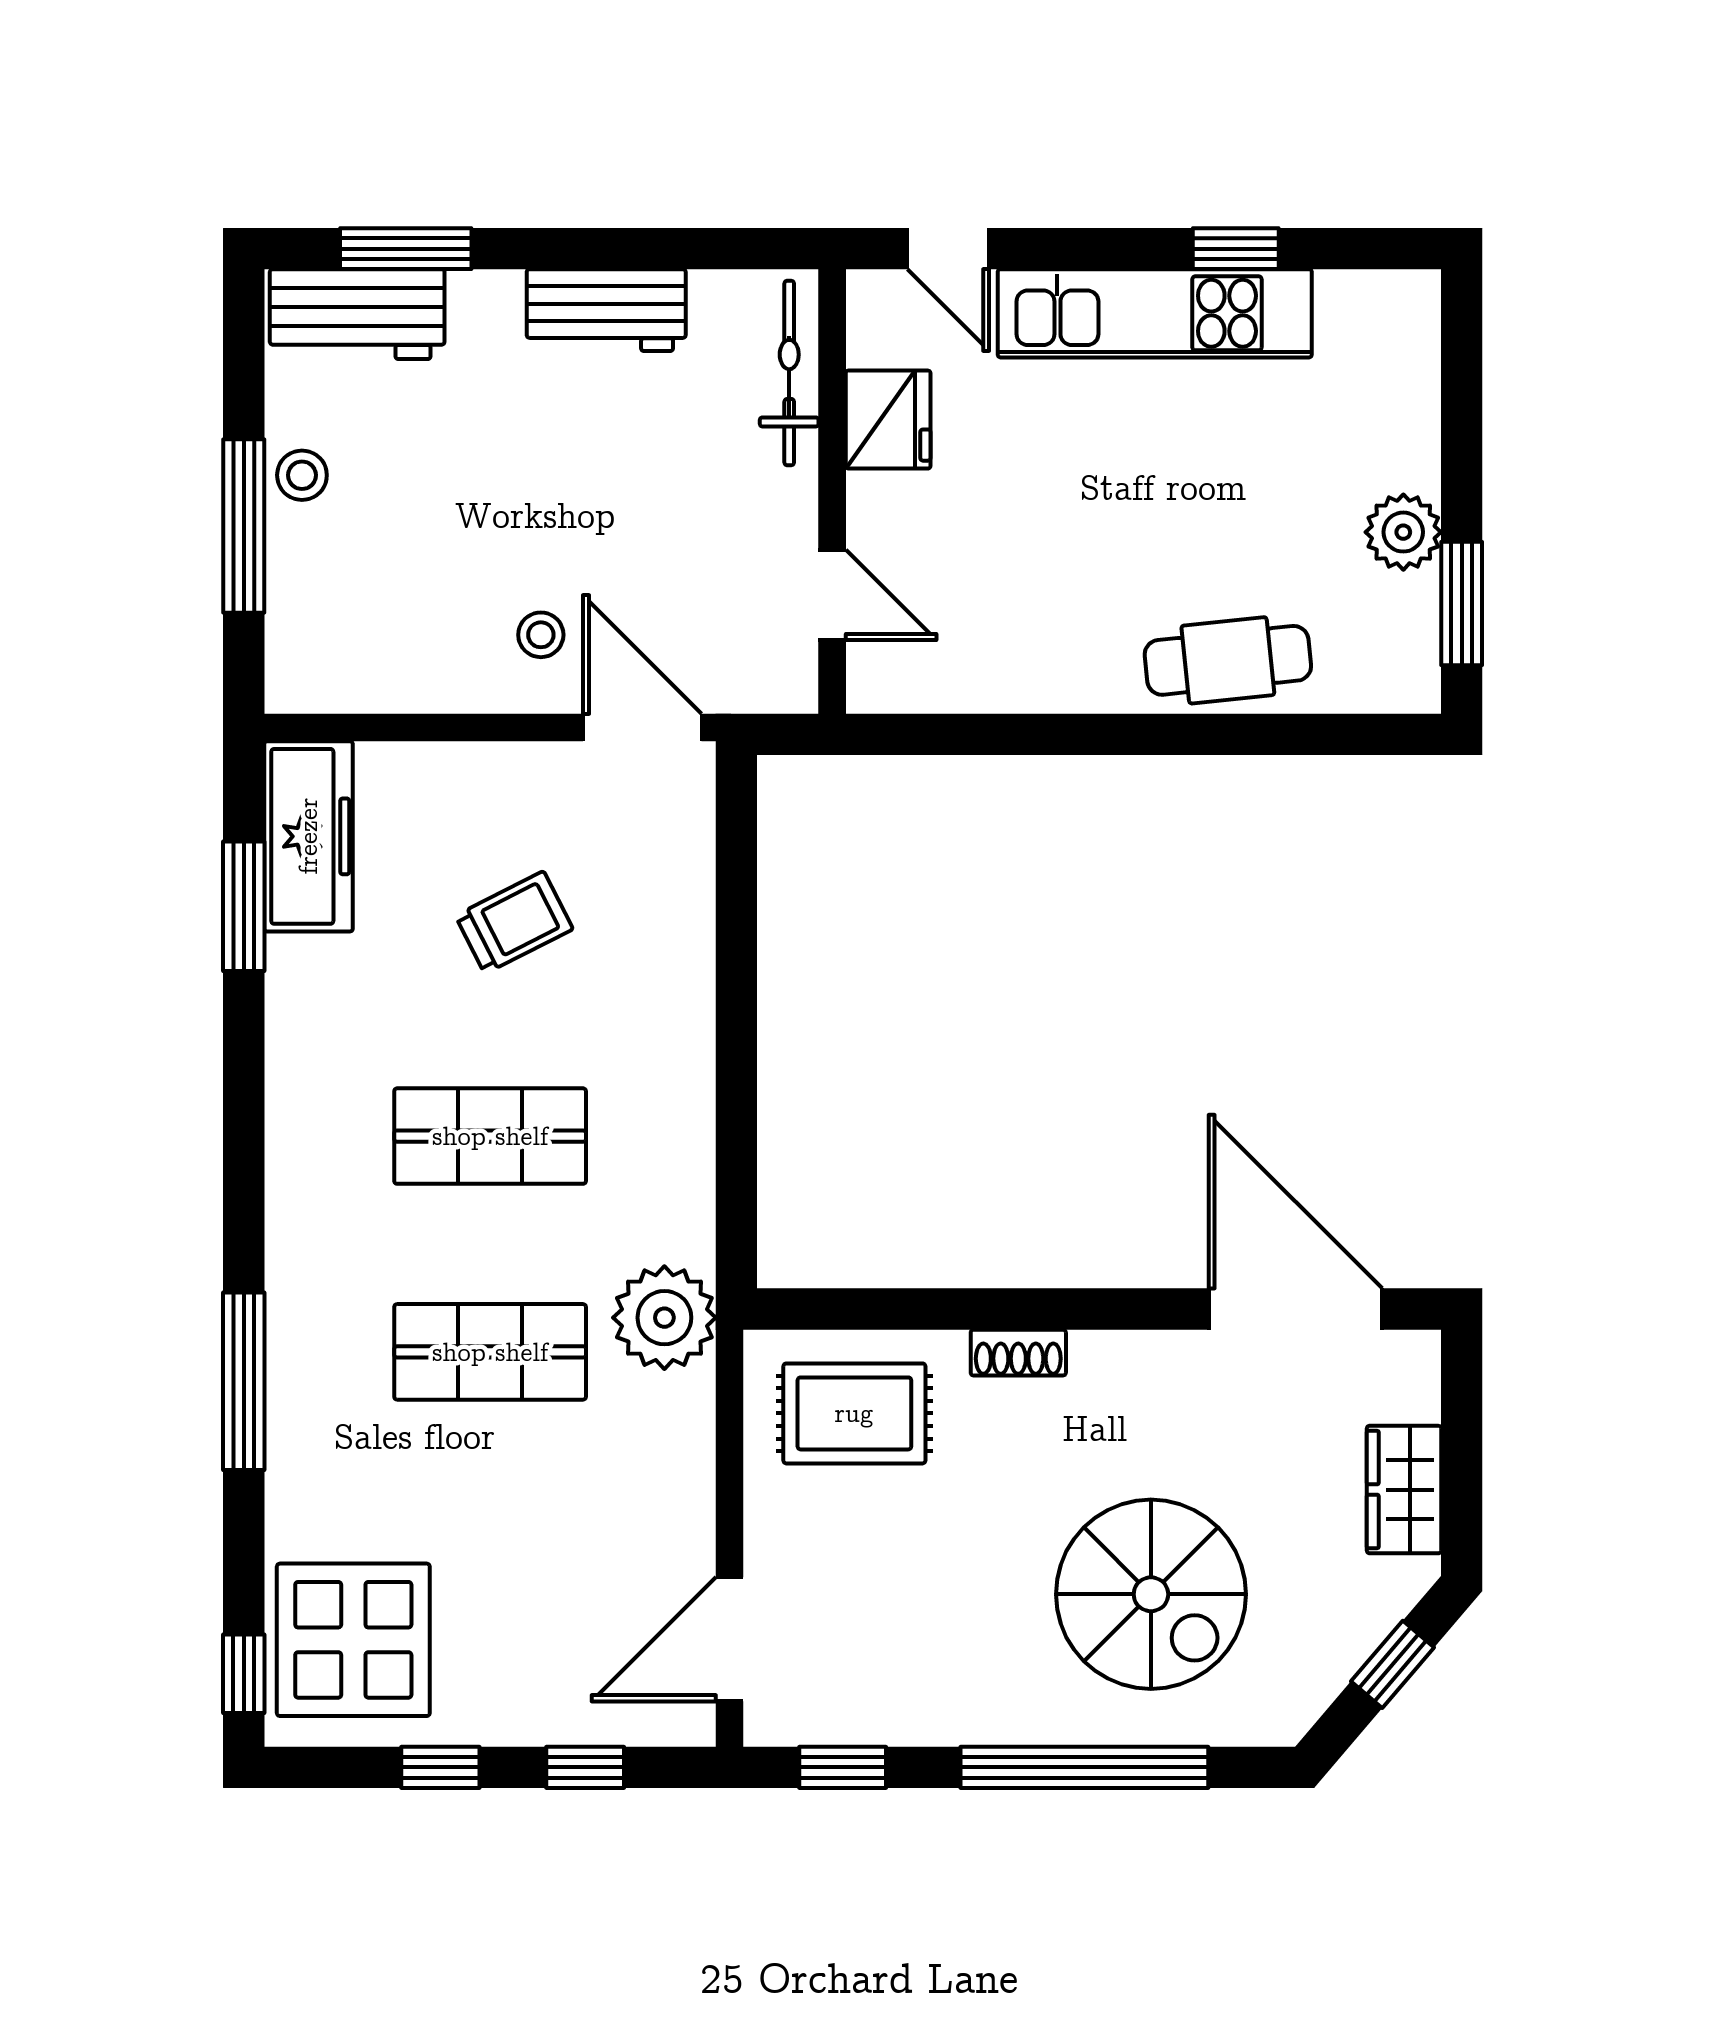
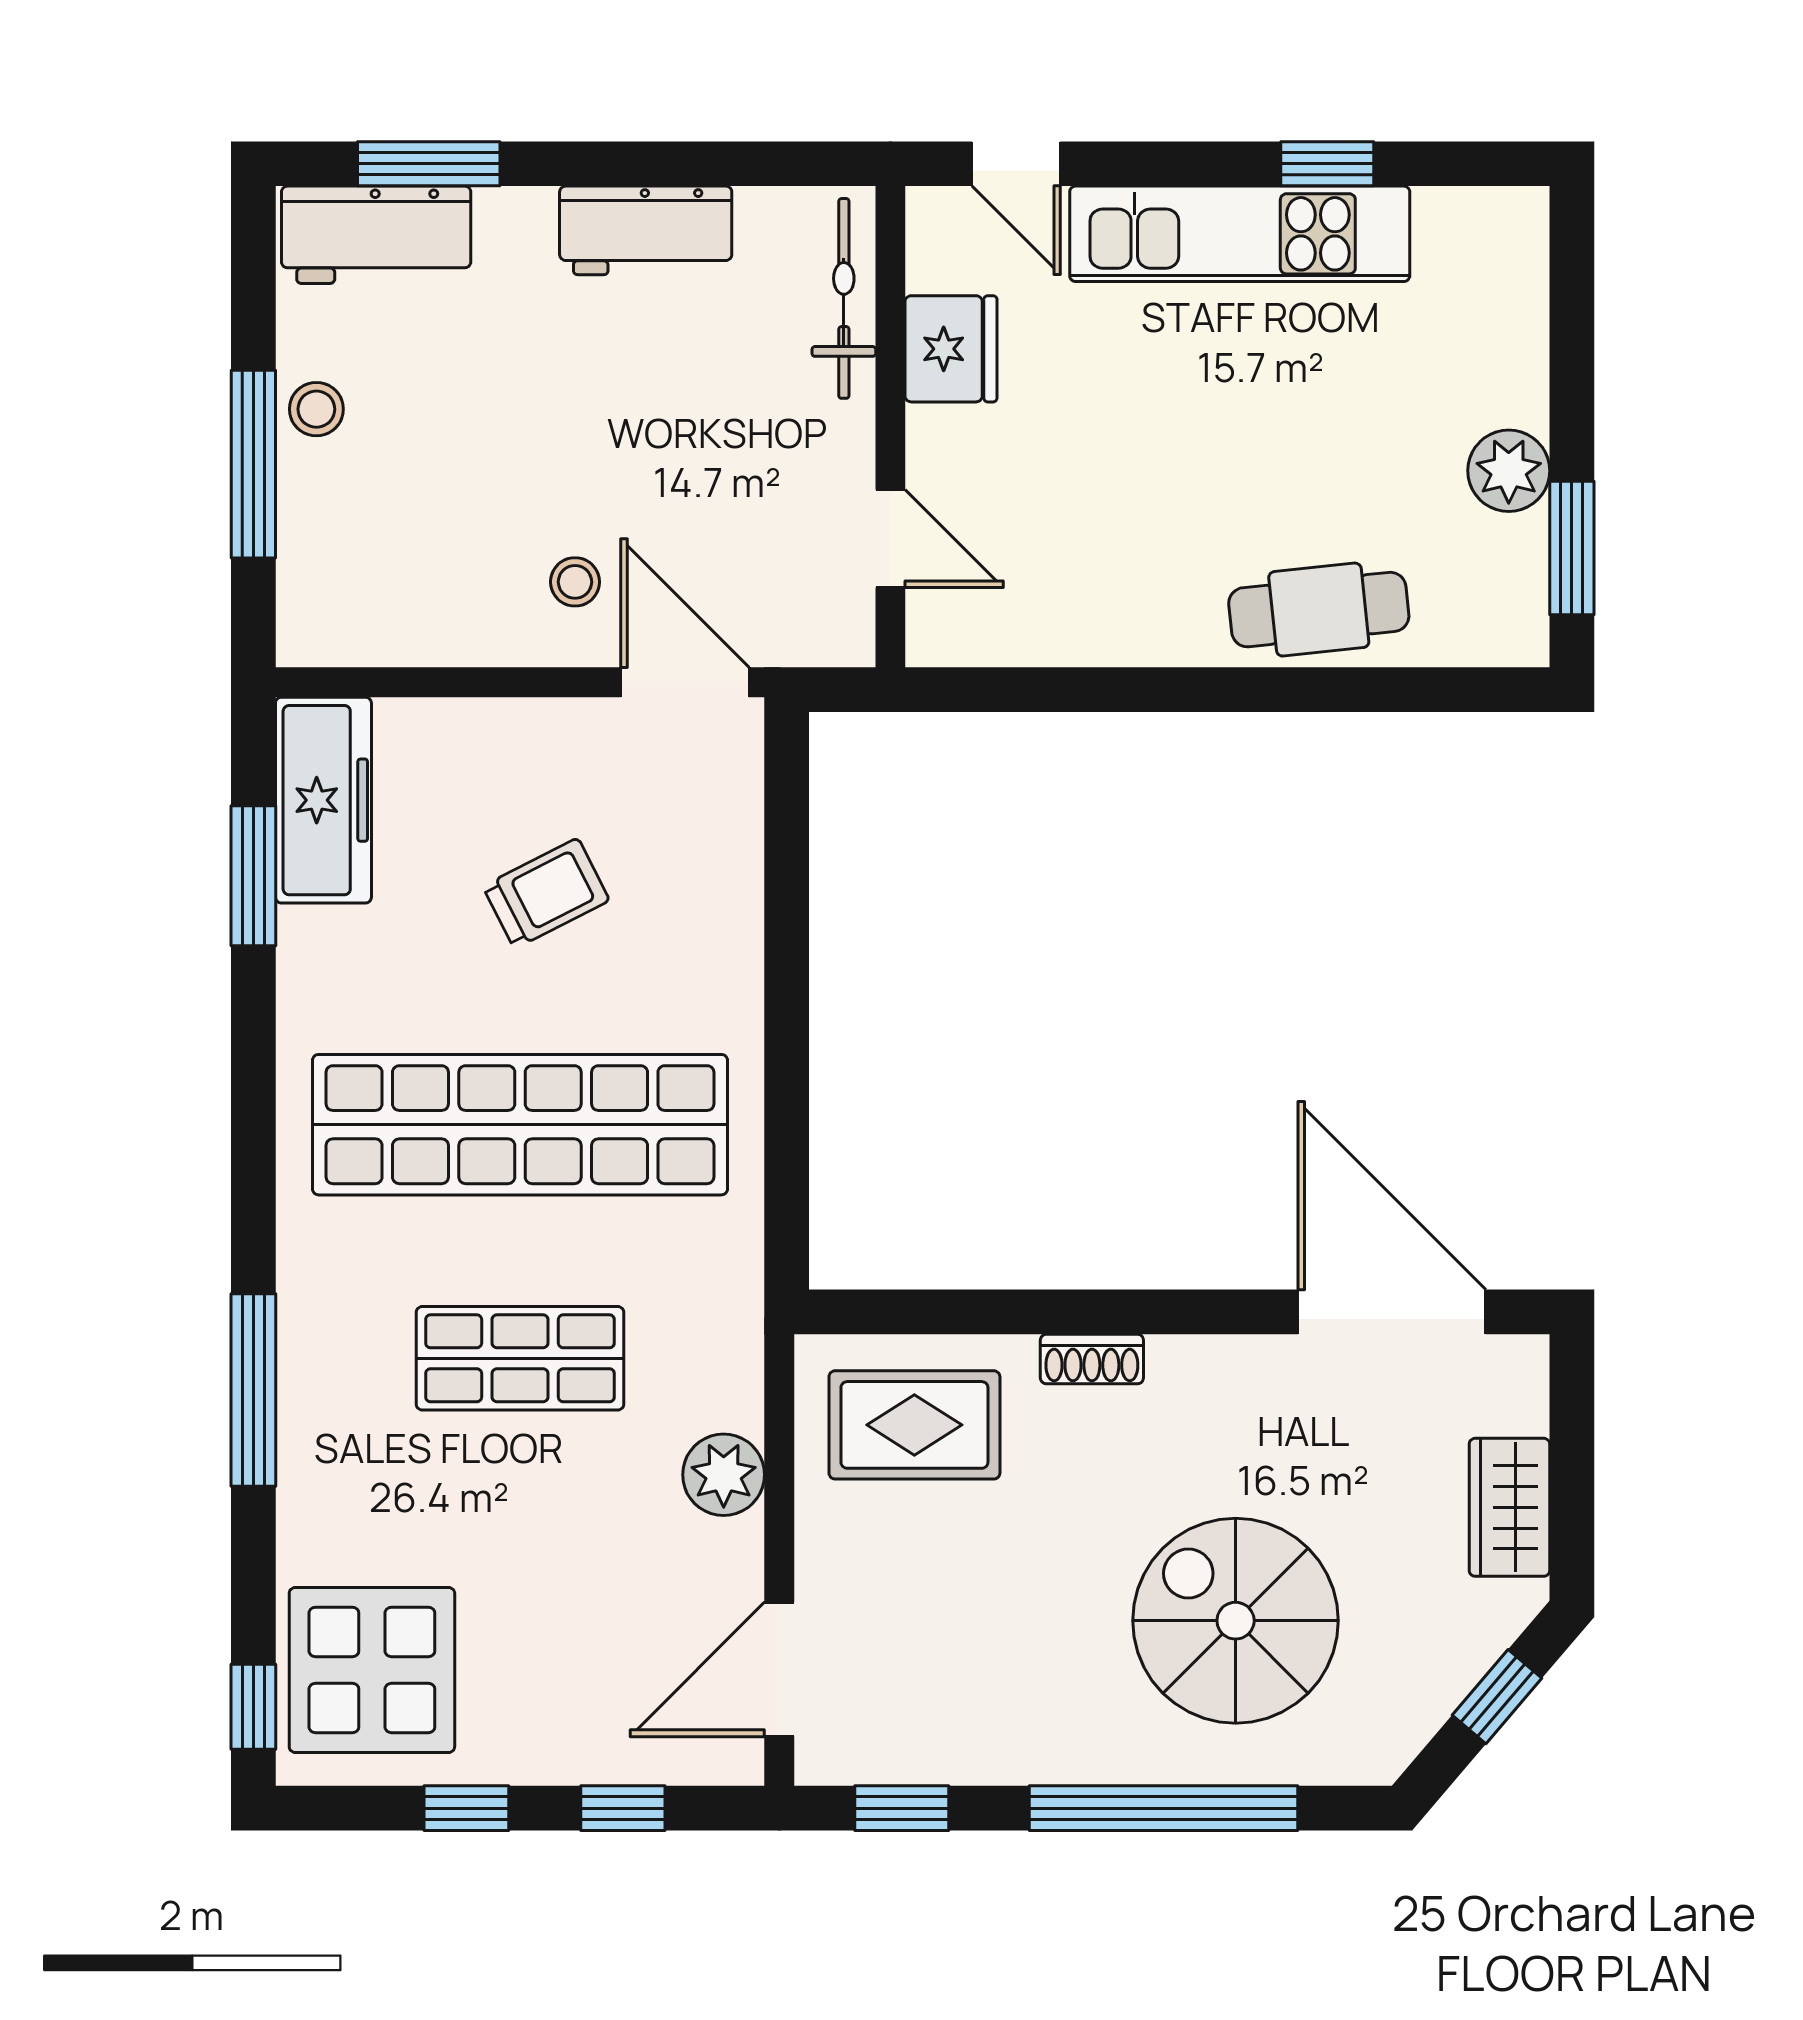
shop shelf: (490, 1136) -> (520, 1125), width x2.00, depth x1.36
plant: (664, 1318) -> (724, 1475), moved, width x0.73, depth x0.73
spiral stairs: (1151, 1594) -> (1236, 1621), turned 180

